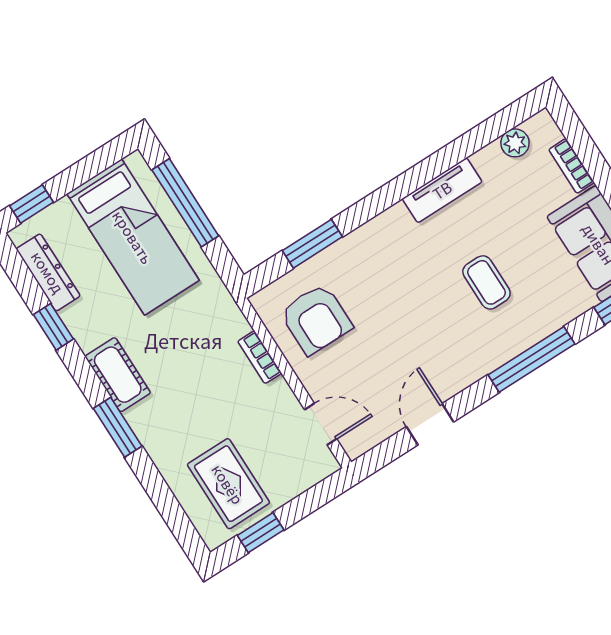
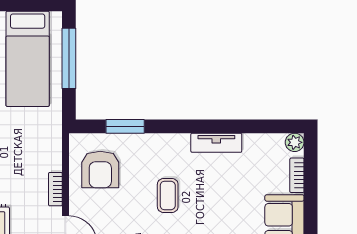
plant: (515, 143) -> (295, 142), moved
coffee table: (486, 282) -> (168, 195), moved
bookcase: (260, 357) -> (55, 189), moved

